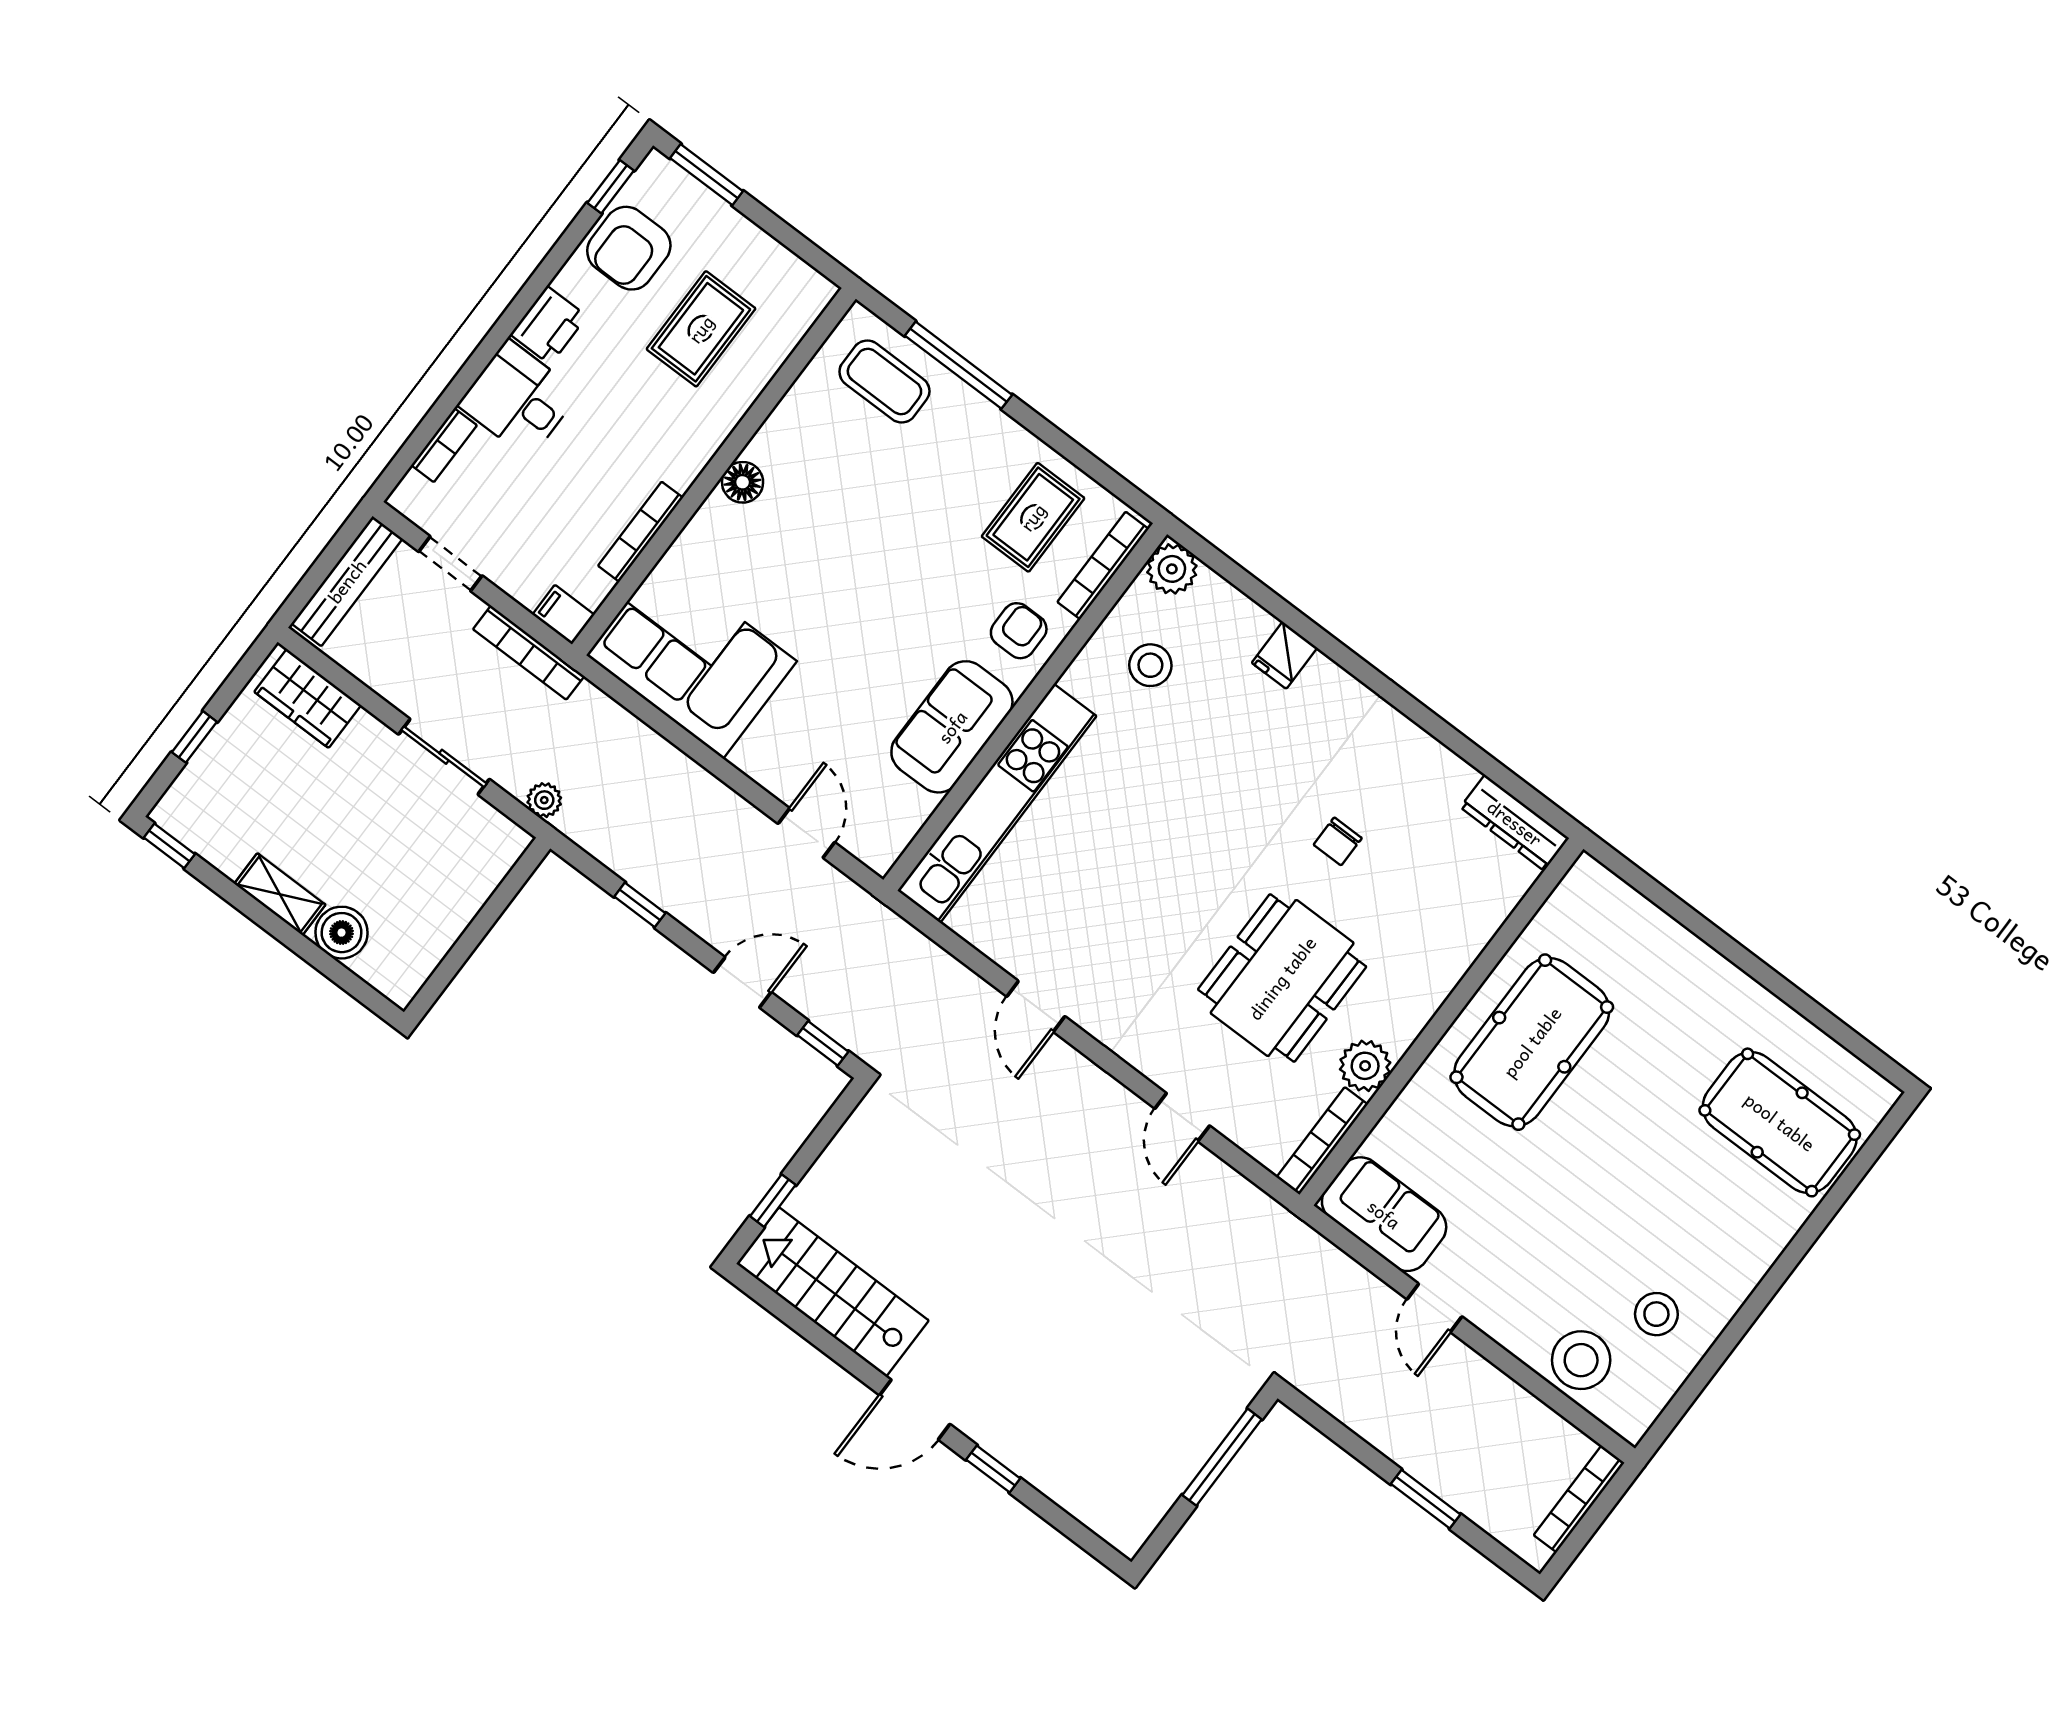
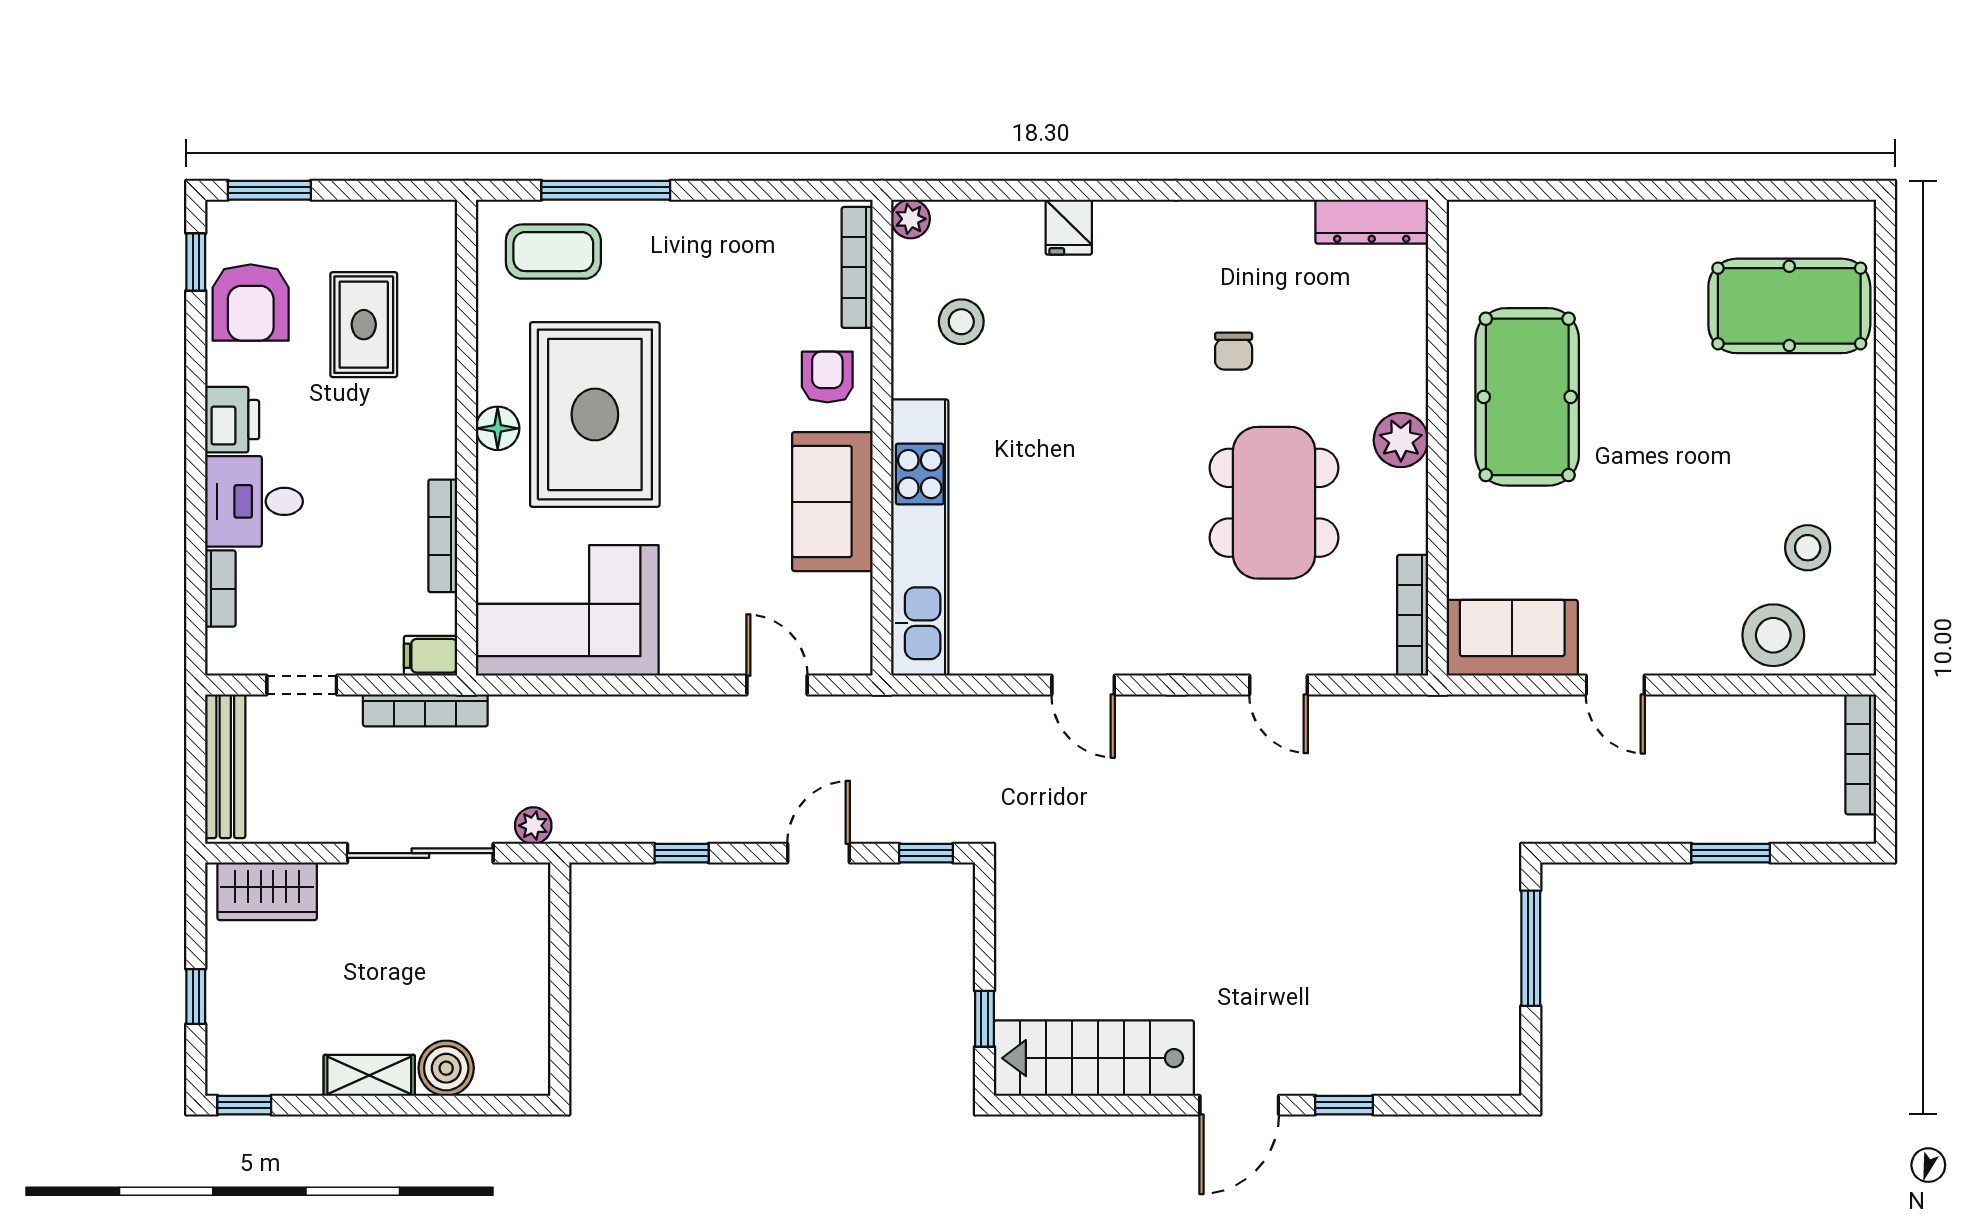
rug: (1033, 517) -> (595, 414), moved, width x1.86, depth x2.06
plant: (1172, 569) -> (911, 219), width x0.73, depth x0.73
sliding door: (444, 757) -> (420, 853), width x1.37
plant: (1365, 1066) -> (1401, 440), moved

